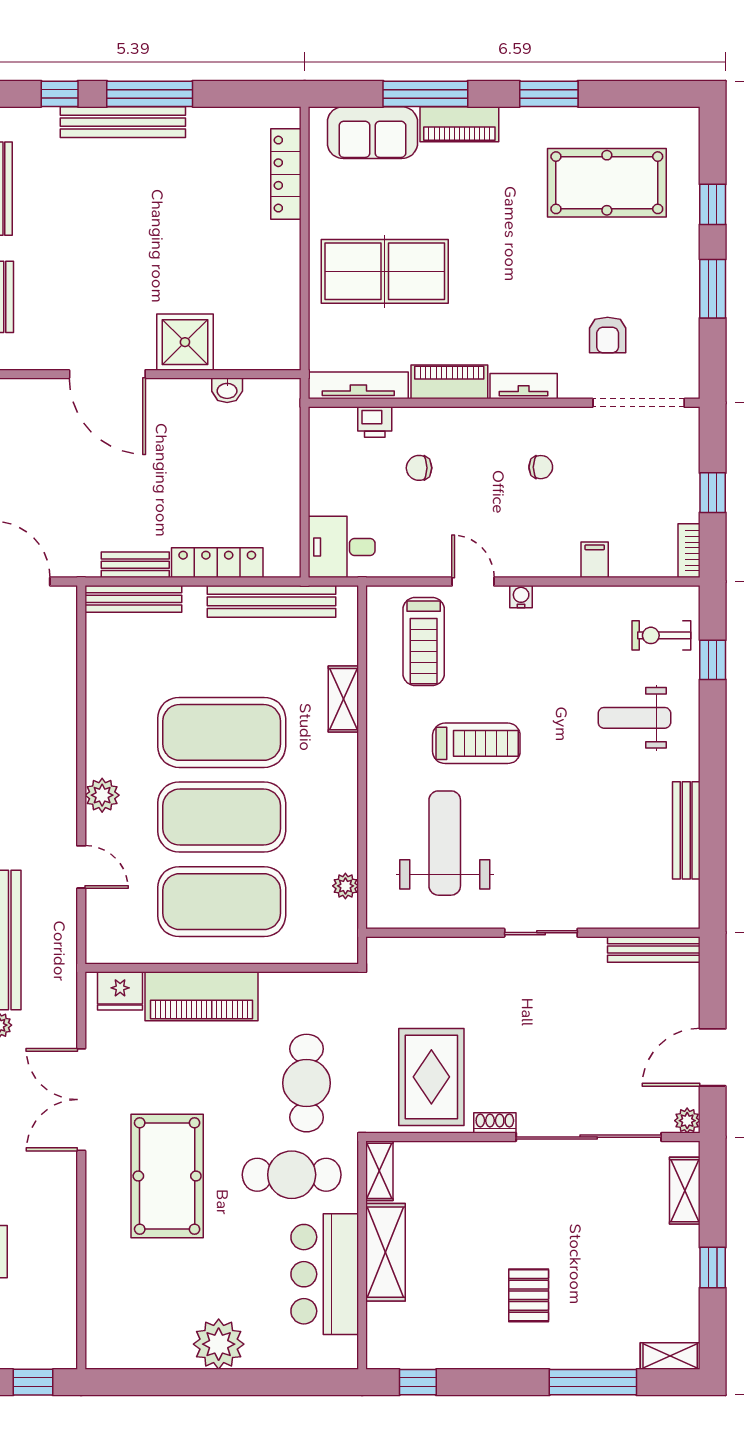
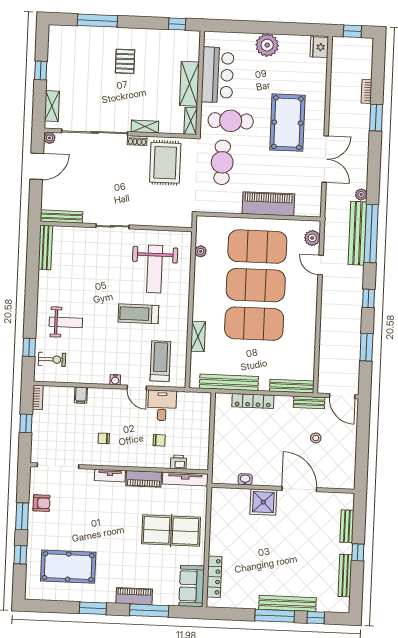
sofa: (372, 133) -> (192, 586), moved, turned -90
armchair: (608, 335) -> (41, 503), moved, turned 90
stool: (76, 487) -> (316, 438), added
desk: (342, 547) -> (162, 405), moved, turned -90
bench: (135, 565) -> (309, 402), moved
plant: (102, 795) -> (312, 238), moved
bench: (686, 830) -> (45, 247), moved
fridge: (120, 991) -> (319, 47), moved, turned -90
shelving: (670, 1356) -> (145, 127), moved

